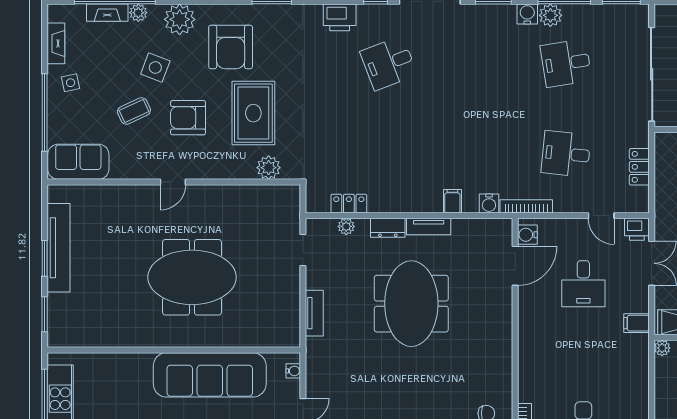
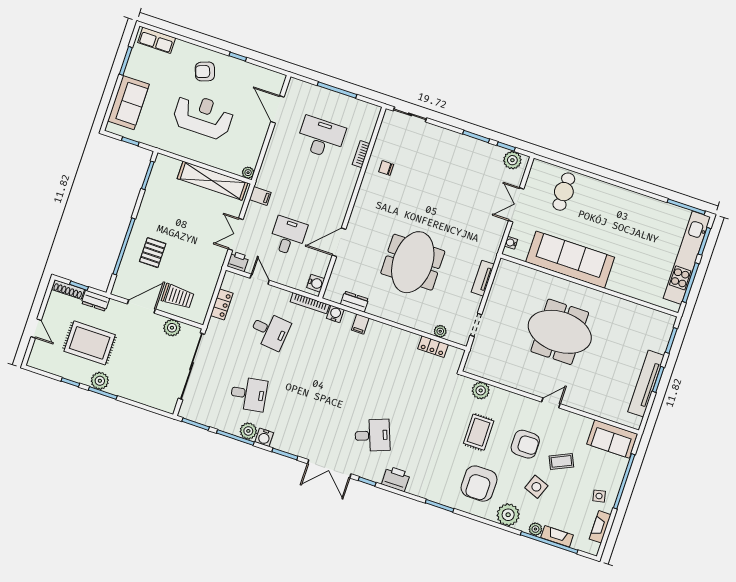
armchair: (231, 47) -> (479, 484), turned 180
rug: (253, 113) -> (479, 432), width x0.73, depth x0.70
tv unit: (429, 227) -> (383, 312), removed
dresser: (388, 228) -> (354, 302), moved
door: (515, 266) -> (339, 242), moved

